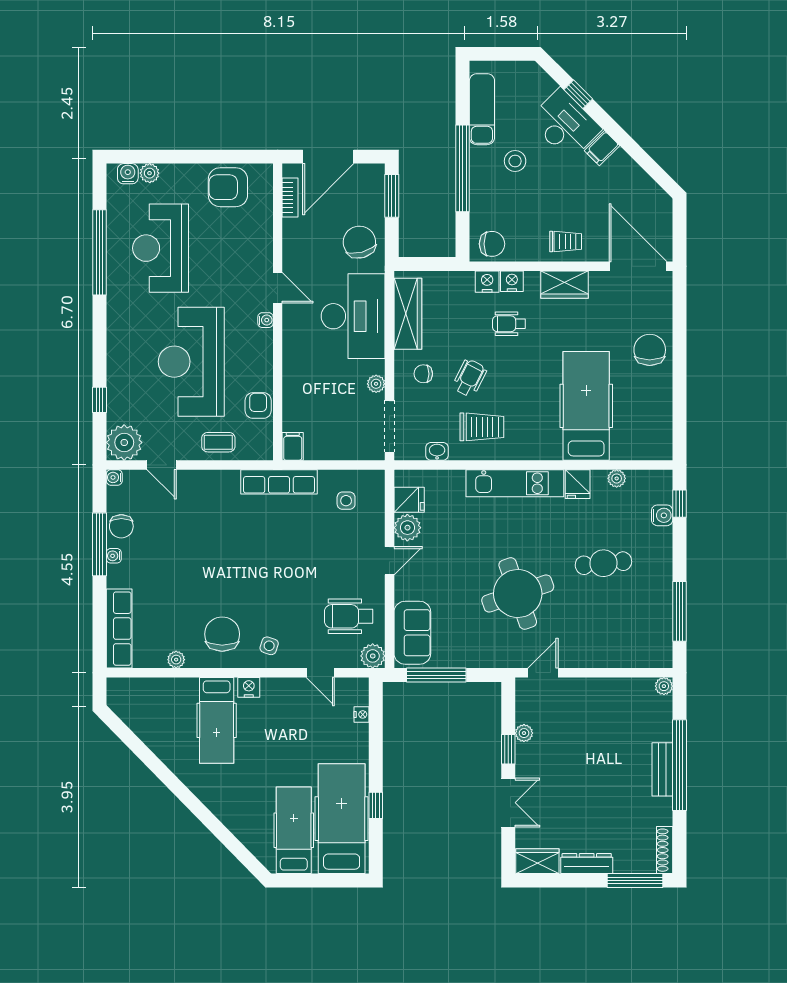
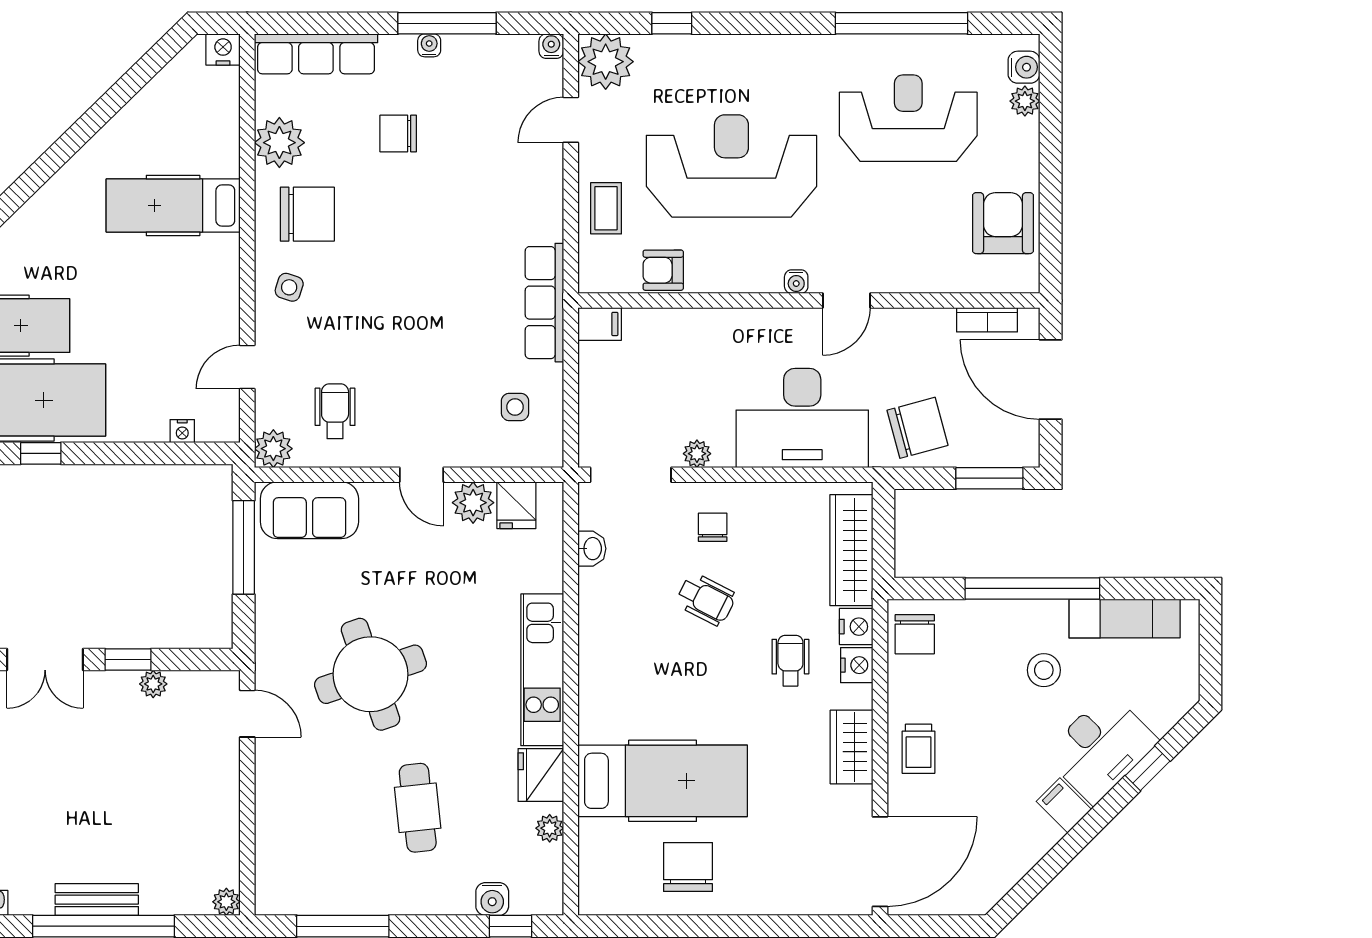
wardrobe: (408, 314) -> (851, 550), moved, turned 90
chair: (650, 350) -> (688, 867), moved, turned -90
armchair: (258, 405) -> (663, 270), turned 180
trolley: (482, 427) -> (630, 618), removed
fridge: (578, 484) -> (541, 775), width x1.38
chair: (121, 526) -> (398, 134), moved
wheelchair: (349, 616) -> (335, 411), width x0.73, depth x0.73
plant: (176, 660) -> (279, 143), width x1.88, depth x1.88
nightstand: (249, 687) -> (223, 50), moved, turned -90

